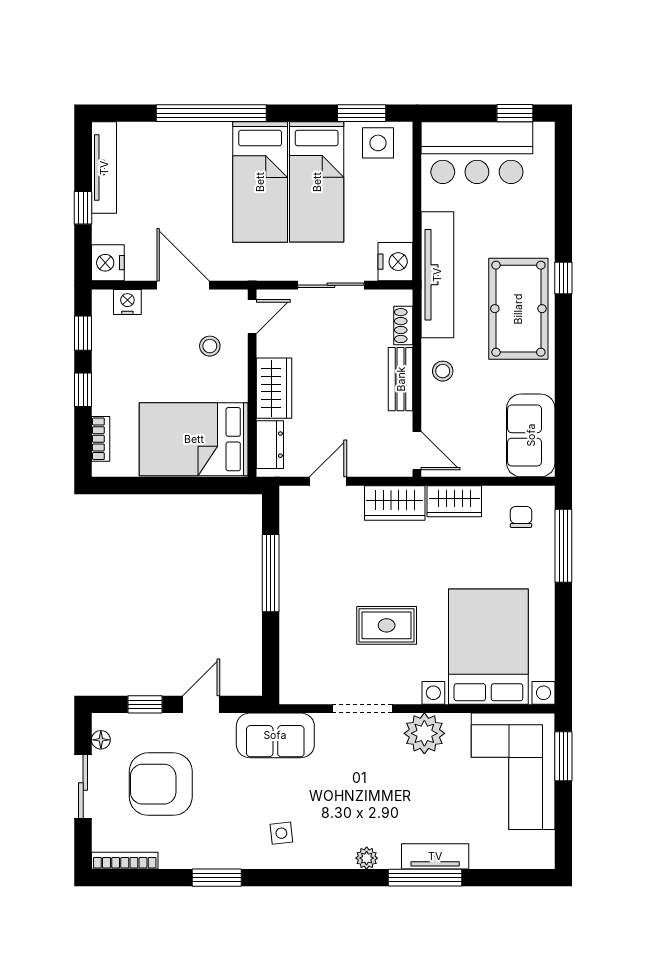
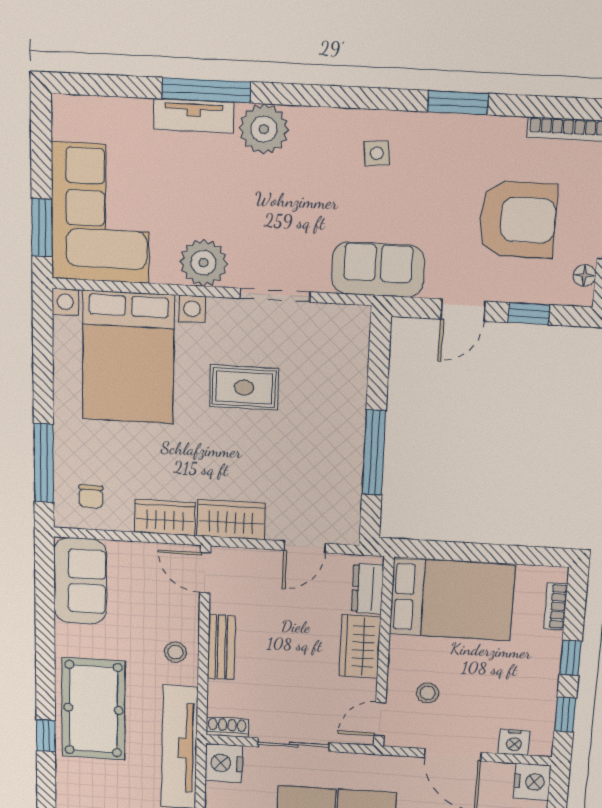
shoe rack: (403, 326) -> (227, 727), moved, turned -90
plant: (367, 858) -> (264, 129), width x1.88, depth x1.88

